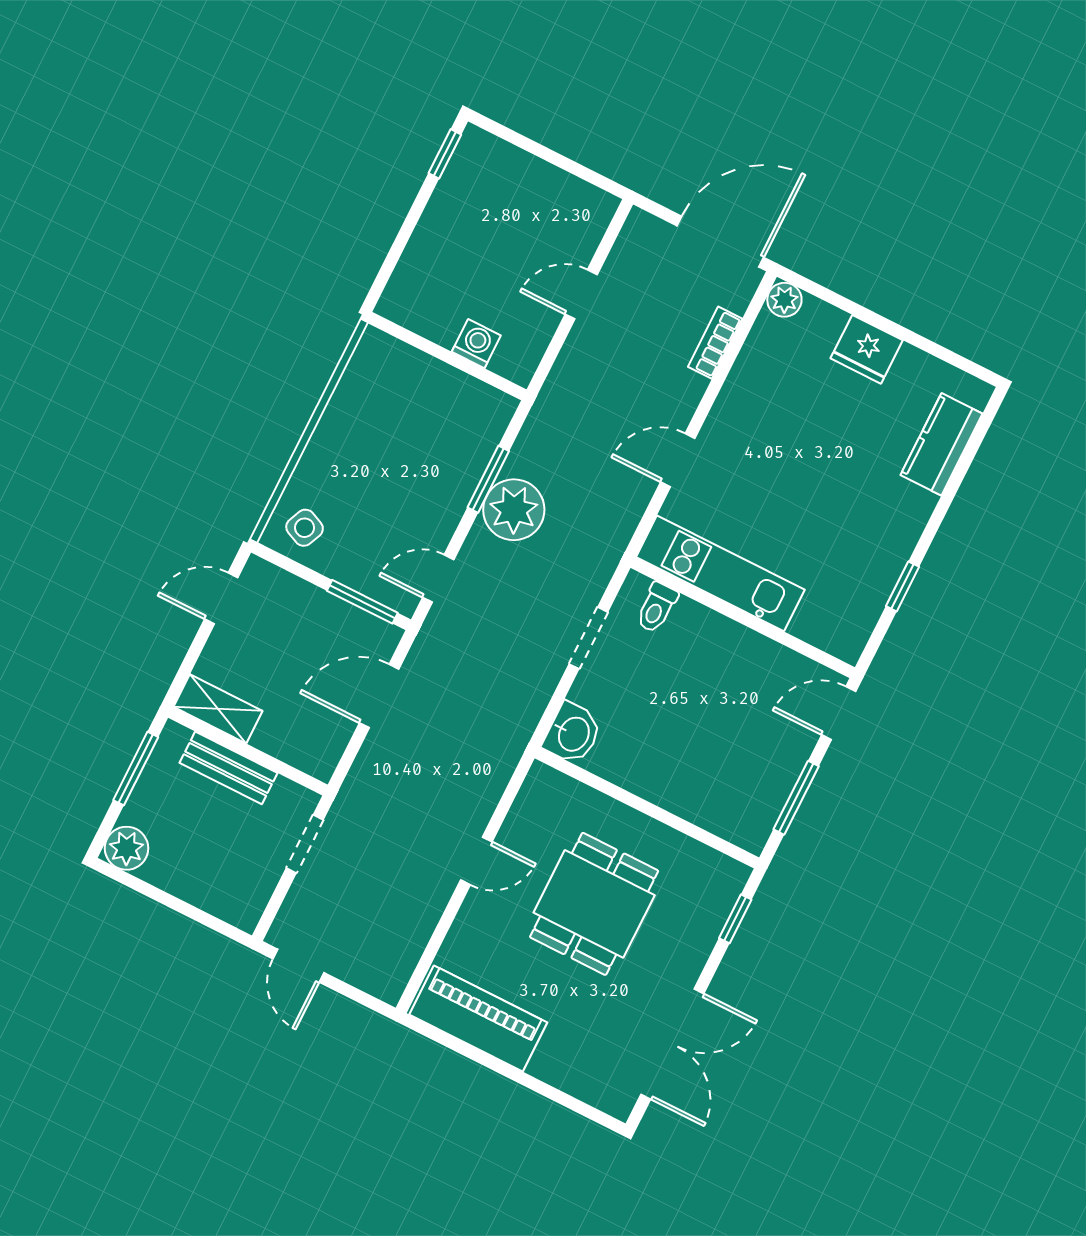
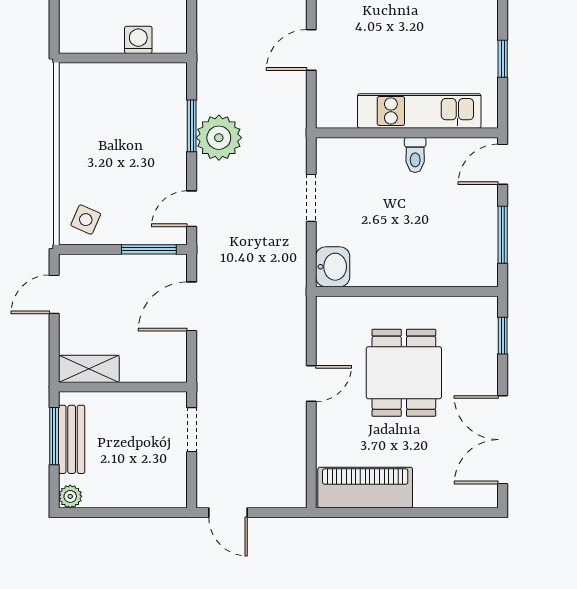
kitchen unit: (720, 573) -> (419, 111), moved
toilet: (657, 608) -> (415, 155), moved
bench: (228, 768) -> (72, 439), moved, turned 90
plant: (127, 848) -> (70, 496), width x0.73, depth x0.73
double door: (672, 1044) -> (503, 440), swing flipped

